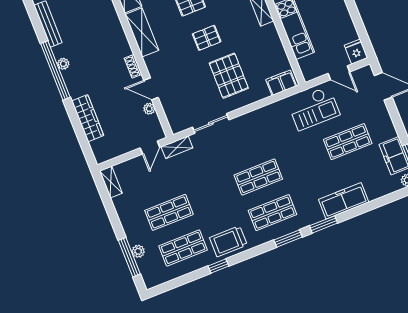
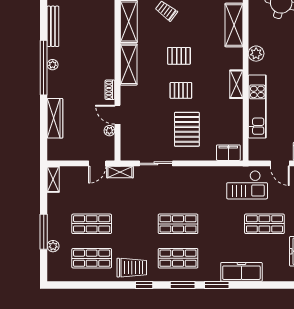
trolley: (228, 241) -> (132, 268), turned 180
window: (129, 257) -> (44, 232), moved
window: (218, 266) -> (144, 285), moved

